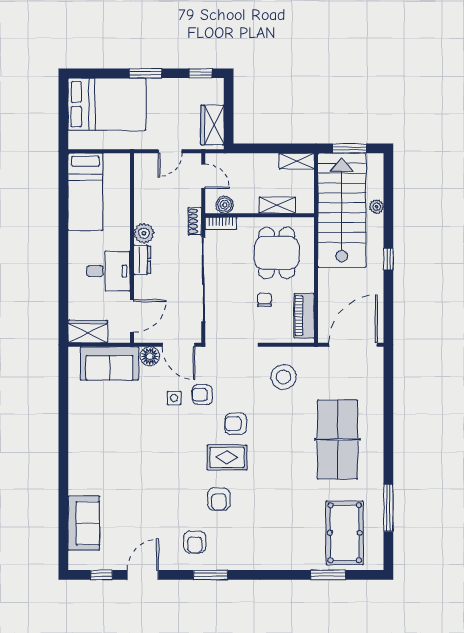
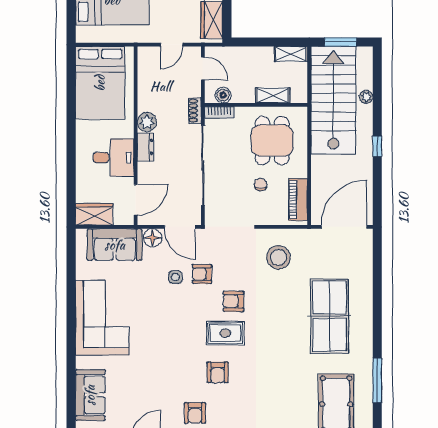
bed: (85, 192) -> (100, 83), width x1.50
corner sofa: (96, 441) -> (102, 318), added

